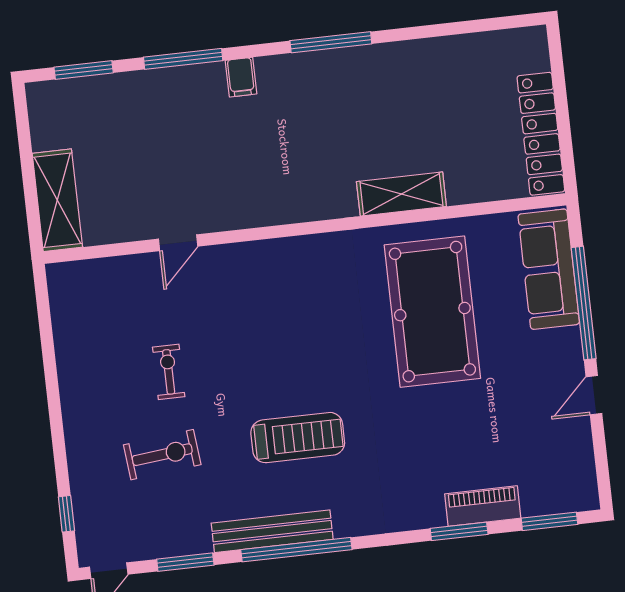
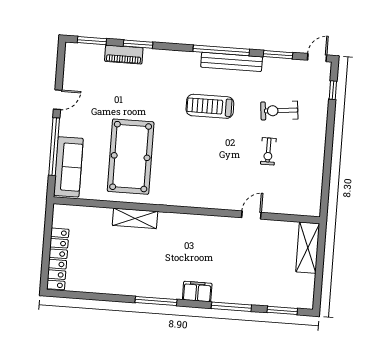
filing cabinet: (241, 77) -> (197, 291), width x2.00
locker: (541, 134) -> (58, 259), moved

